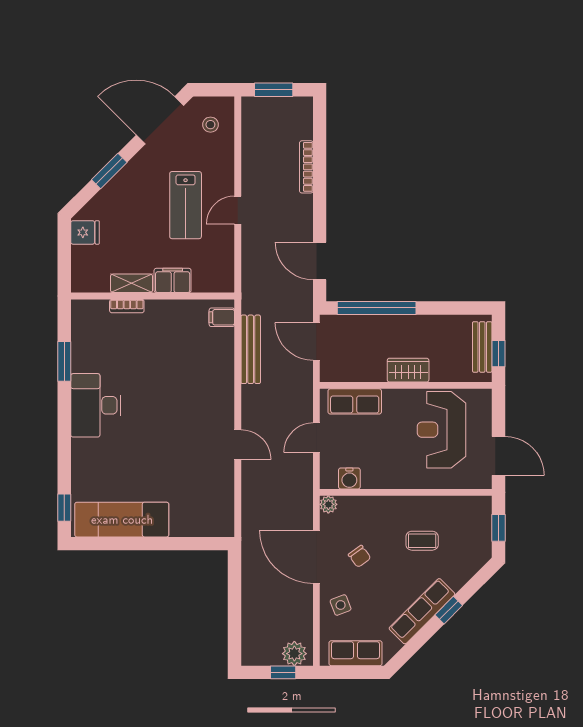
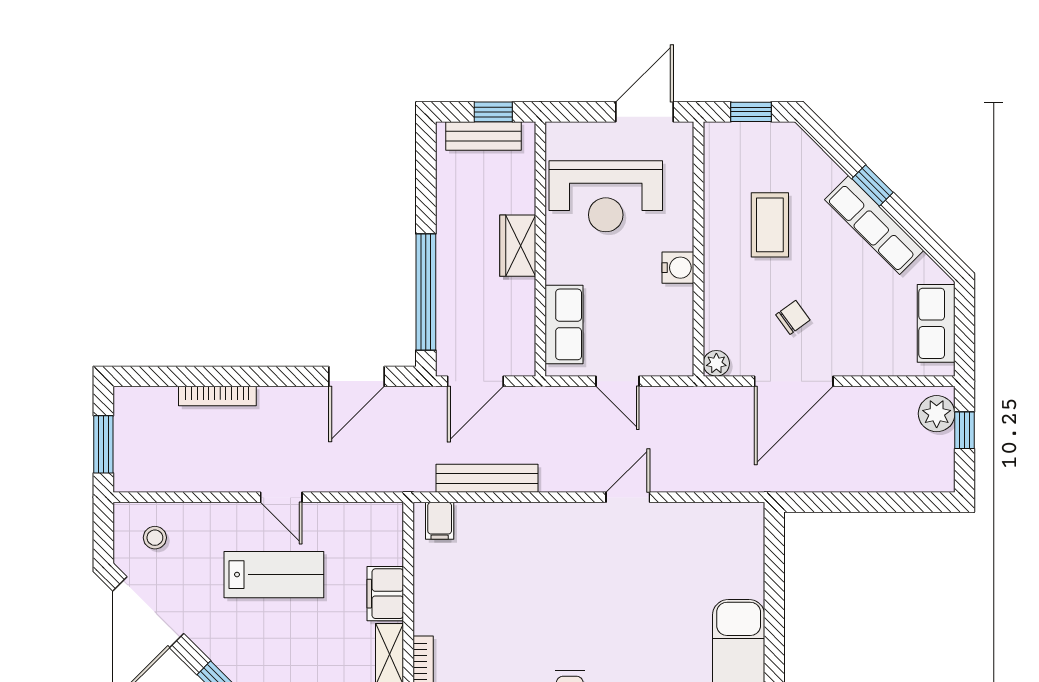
water cooler: (349, 478) -> (678, 268), moved
coffee table: (422, 541) -> (770, 225), width x1.36, depth x1.30
side table: (341, 605) -> (865, 345), removed

